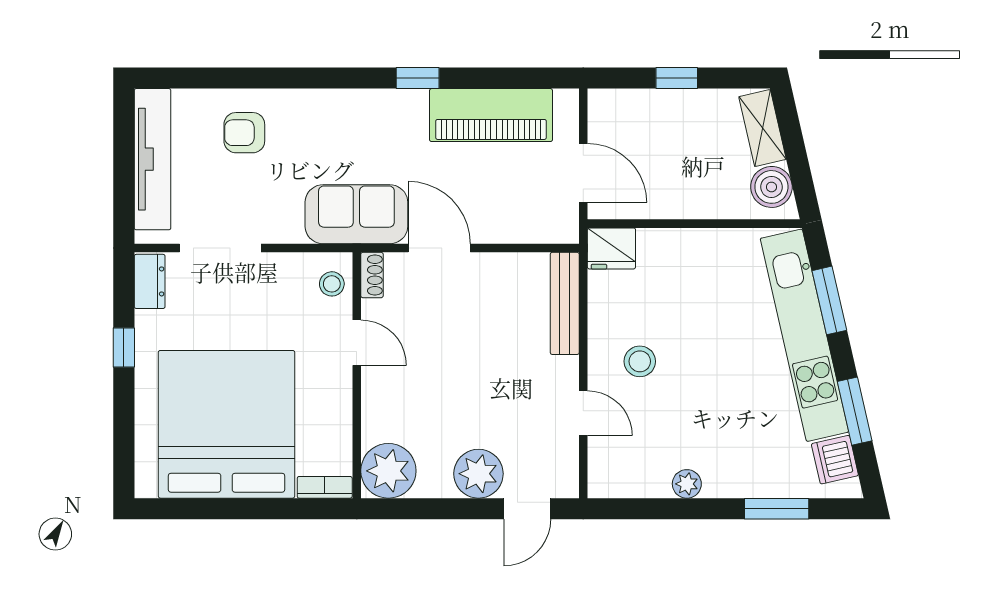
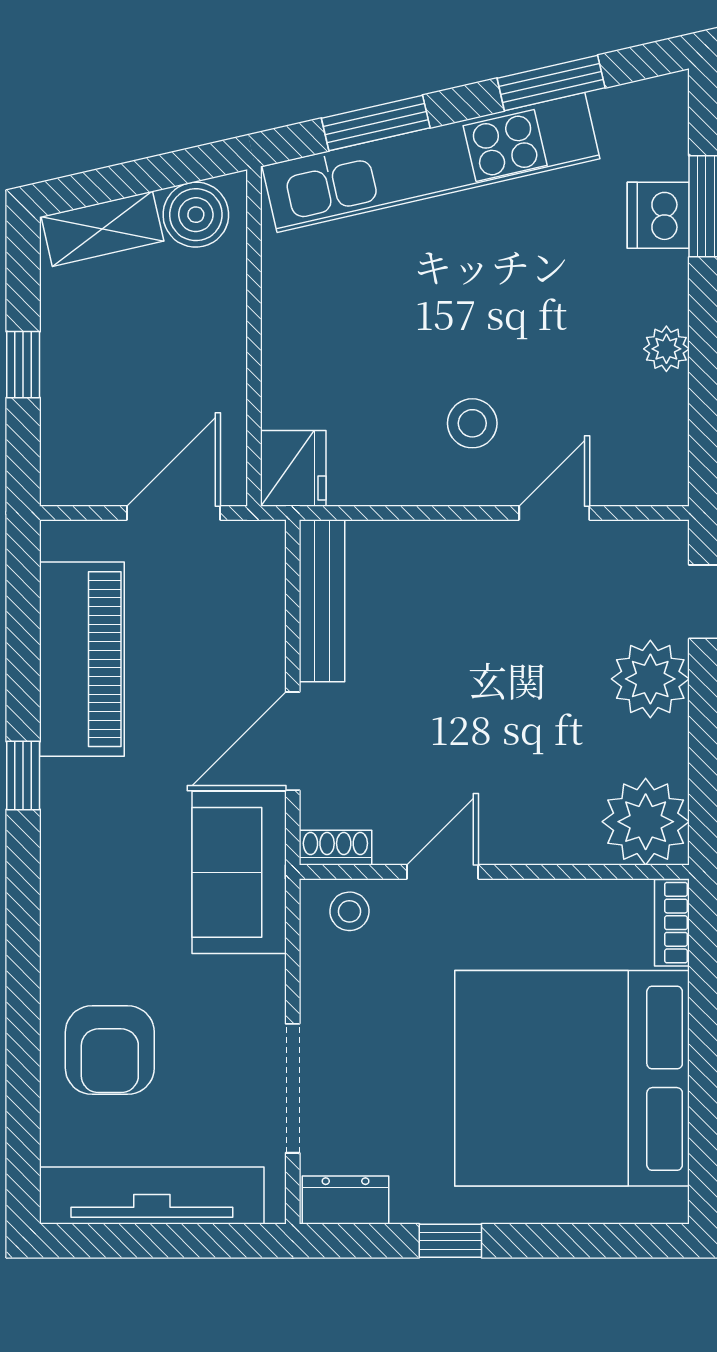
armchair: (244, 133) -> (110, 1050), width x1.38, depth x1.38
bench: (565, 303) -> (322, 601), moved, turned 90
dishwasher: (835, 460) -> (658, 215), moved, turned 103

